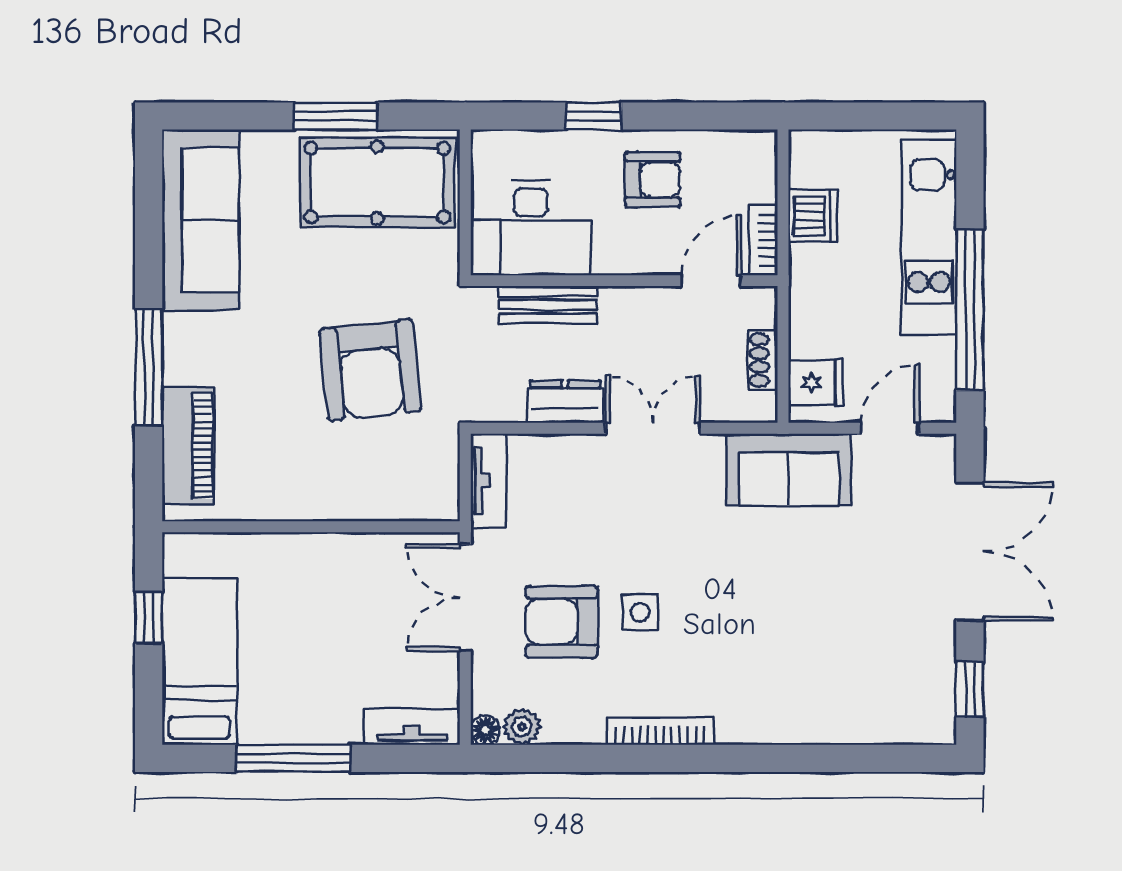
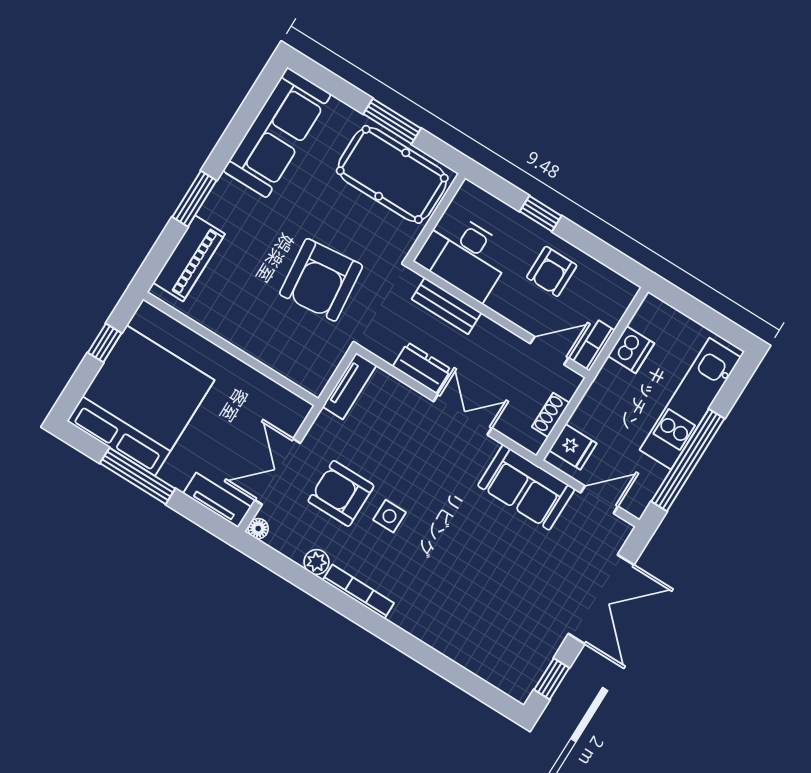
armchair: (652, 180) -> (552, 271), turned 90
window: (149, 367) -> (194, 199), width x0.69
double door: (465, 598) -> (278, 472), moved
bed: (200, 662) -> (141, 401), width x2.04
plant: (522, 727) -> (316, 562), moved

